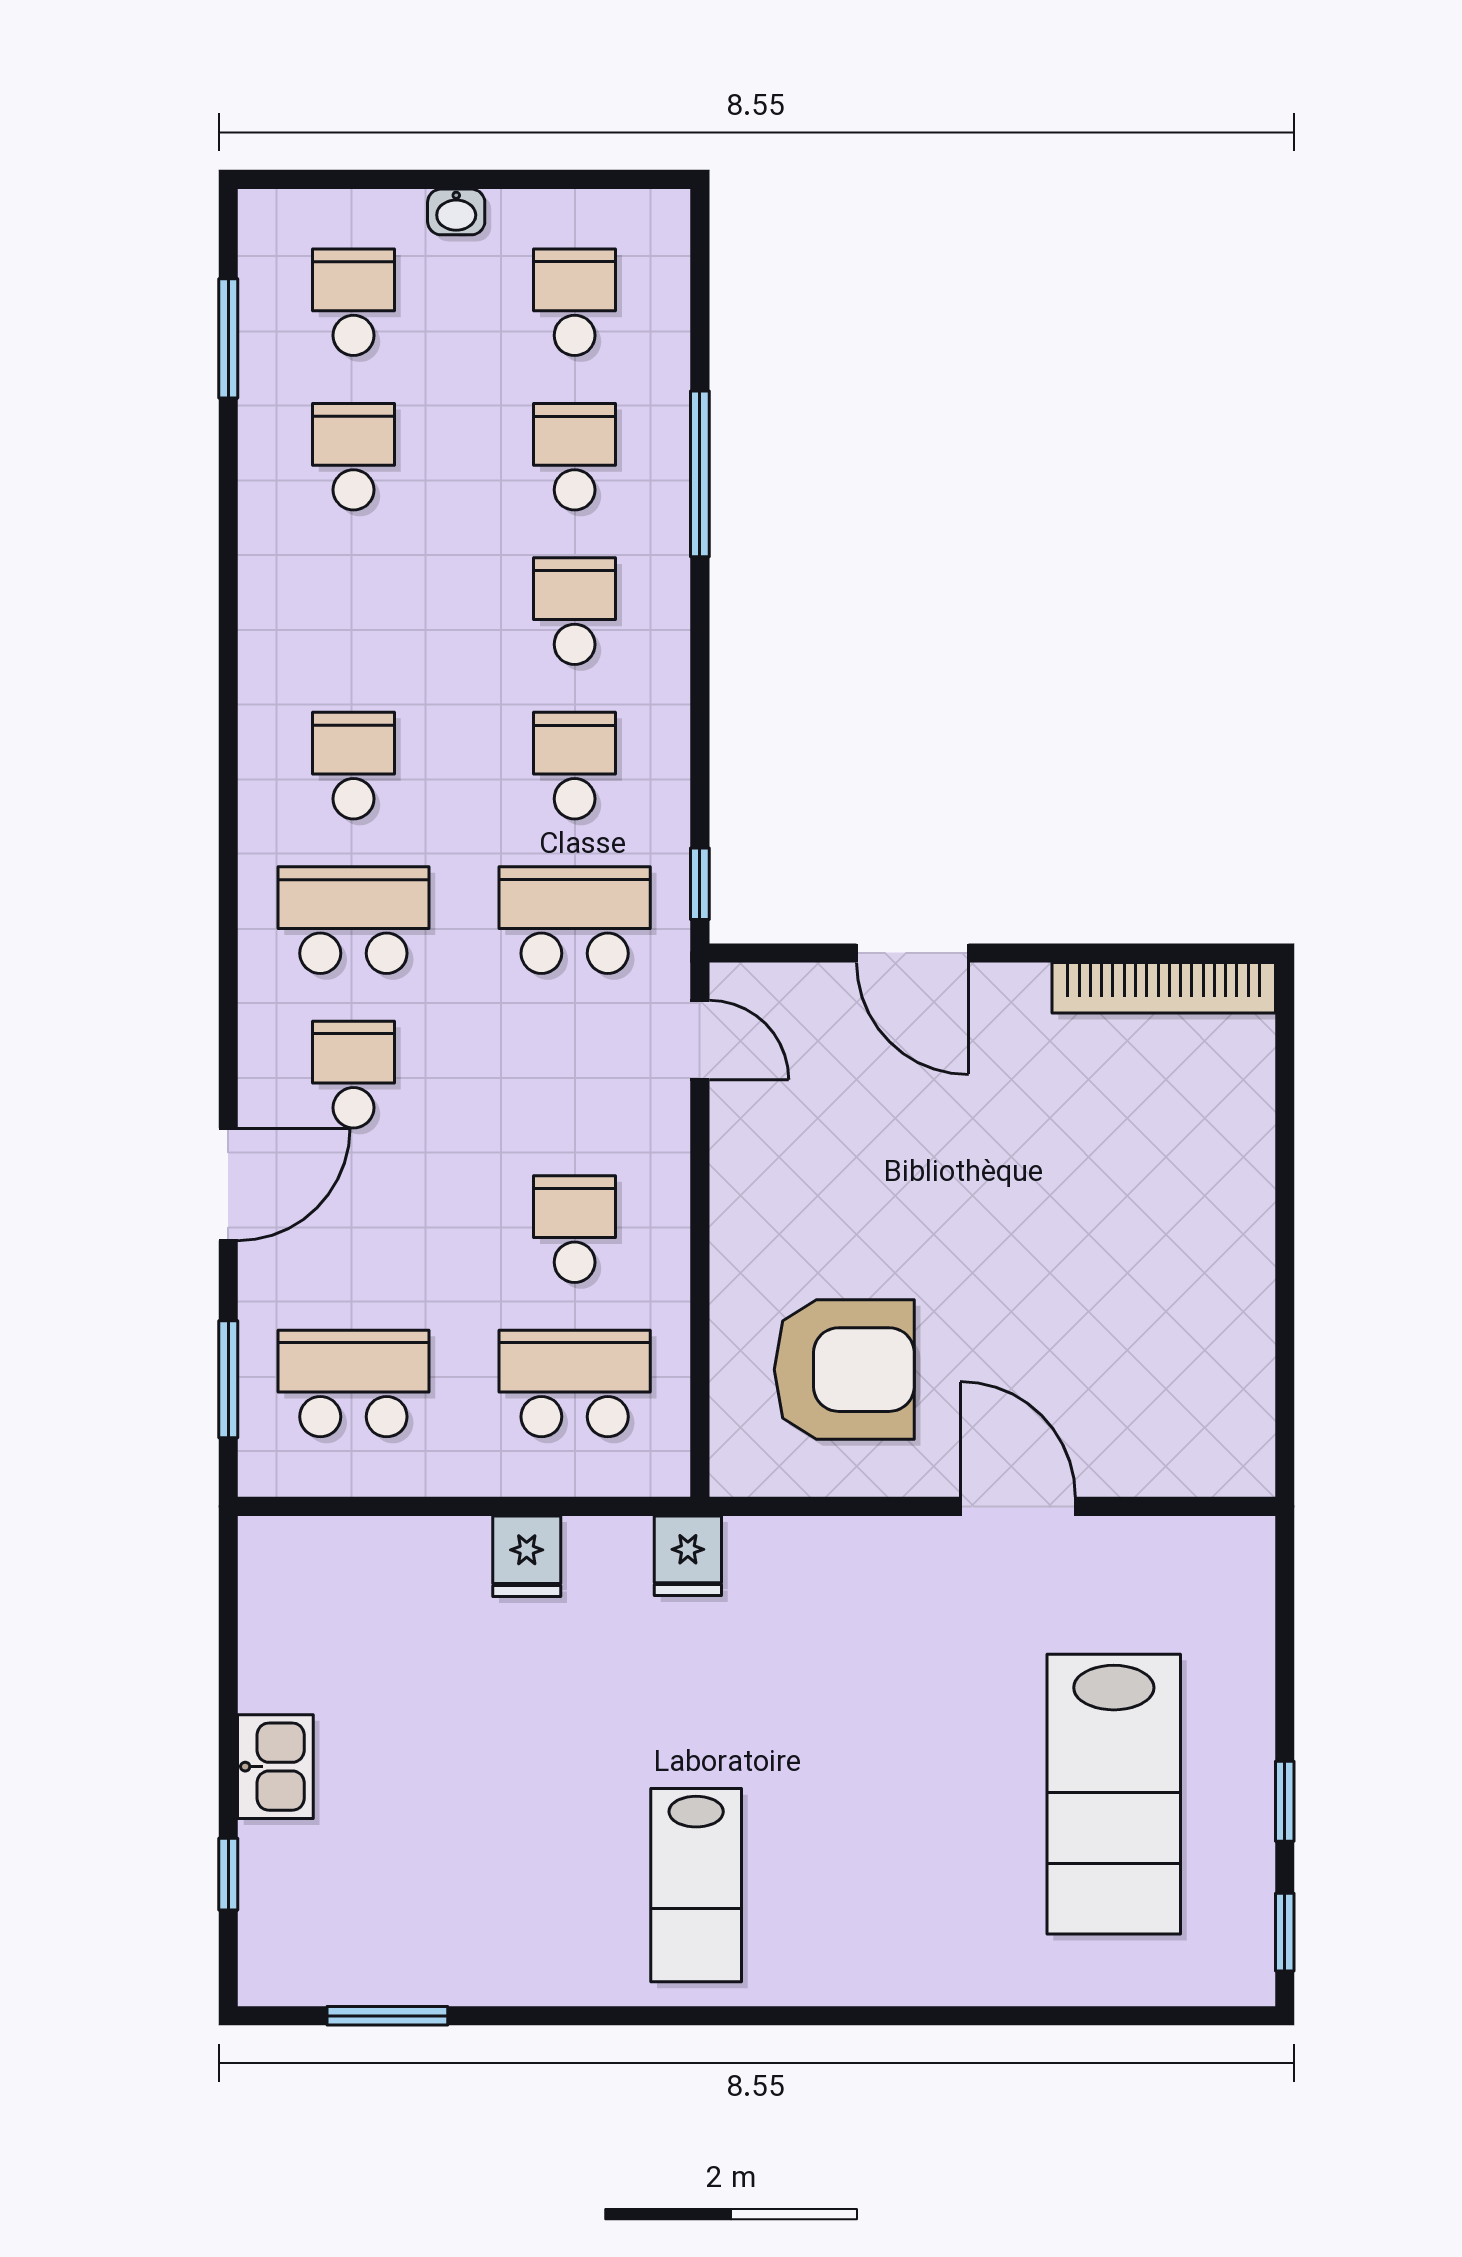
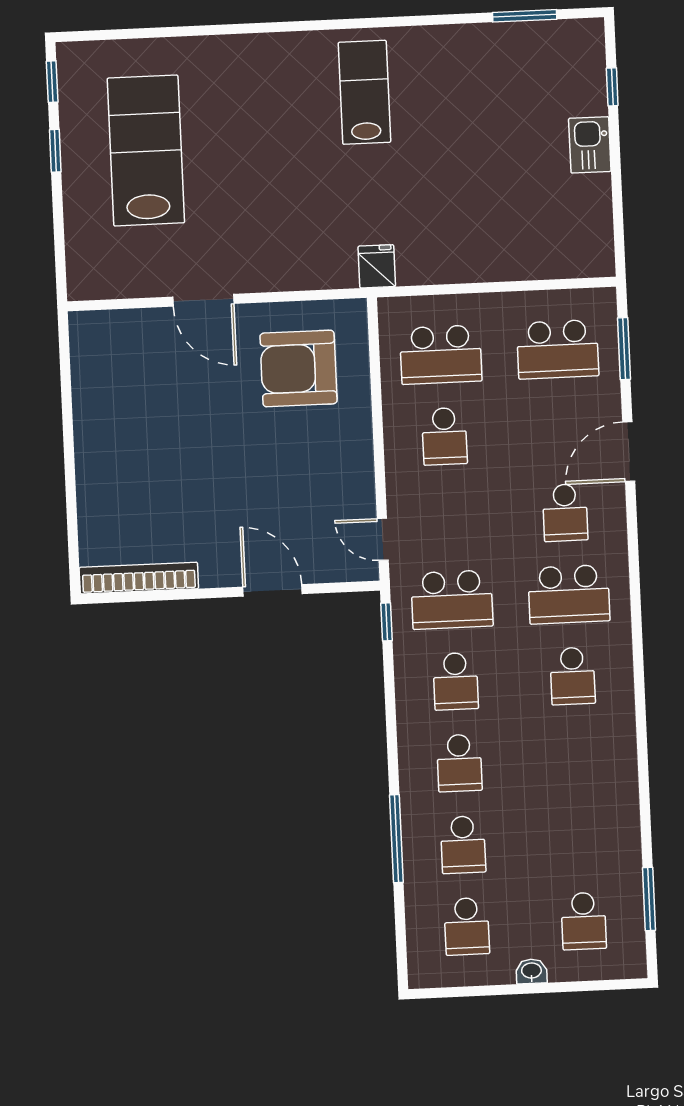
school desk: (353, 457) -> (580, 839), removed
fridge: (527, 1556) -> (462, 262), removed

